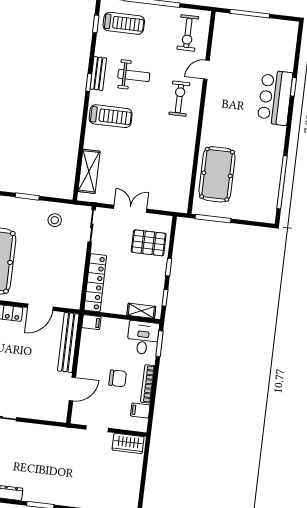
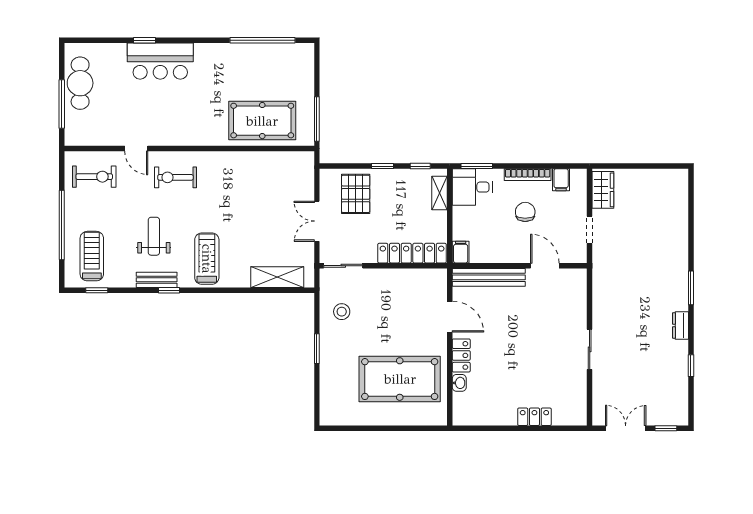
cafe table: (265, 31) -> (80, 83), added

